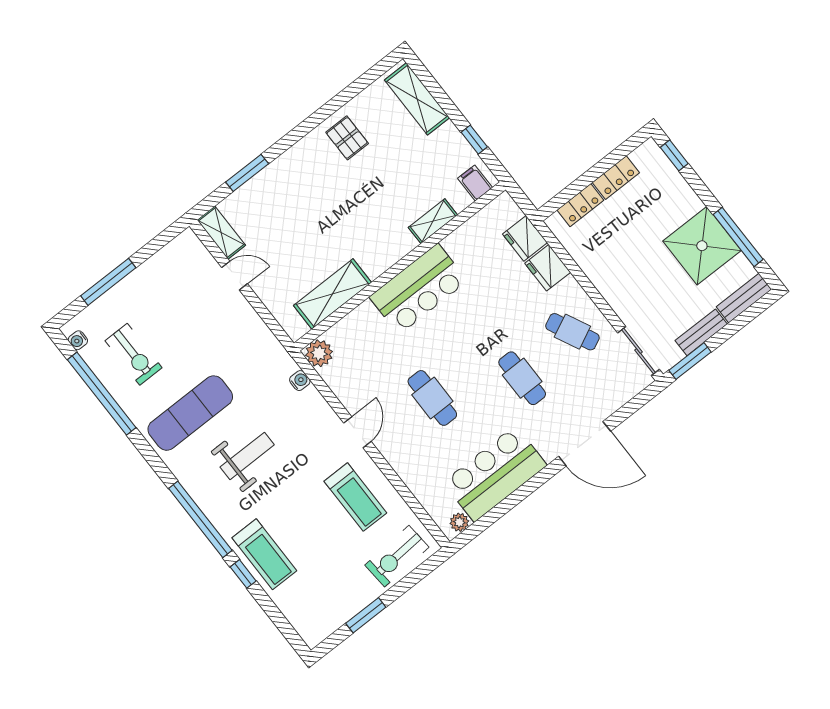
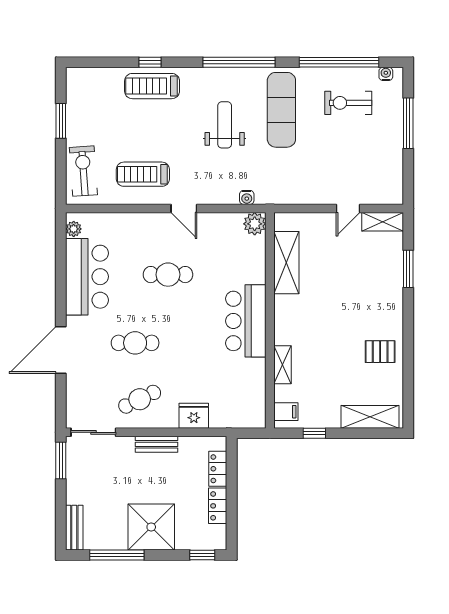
fridge: (525, 238) -> (224, 416), removed
shower: (702, 246) -> (151, 527), moved
bench: (701, 332) -> (156, 444), moved, turned 90
weight bench: (247, 456) -> (225, 125), turned 180
window: (200, 519) -> (239, 62), moved

